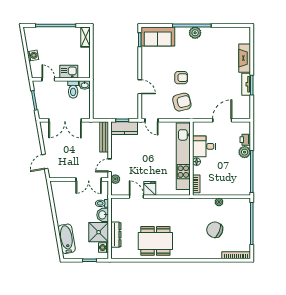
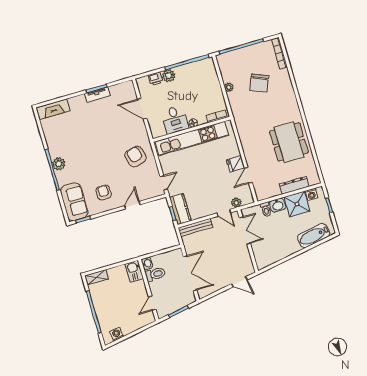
washing machine: (33, 56) -> (117, 334), moved
fireplace: (245, 58) -> (53, 109), moved
kitchen sink: (69, 72) -> (134, 271), moved
armchair: (181, 78) -> (104, 193), moved

